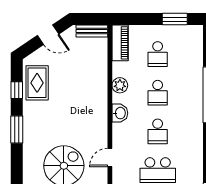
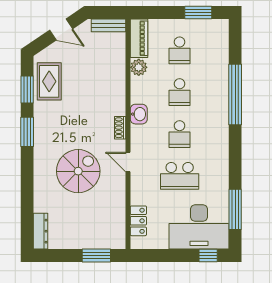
plant: (120, 85) -> (139, 67), moved
window: (17, 90) -> (27, 89), width x1.50
shoe rack: (103, 126) -> (120, 128), added
door: (110, 157) -> (128, 162), hinge flipped

